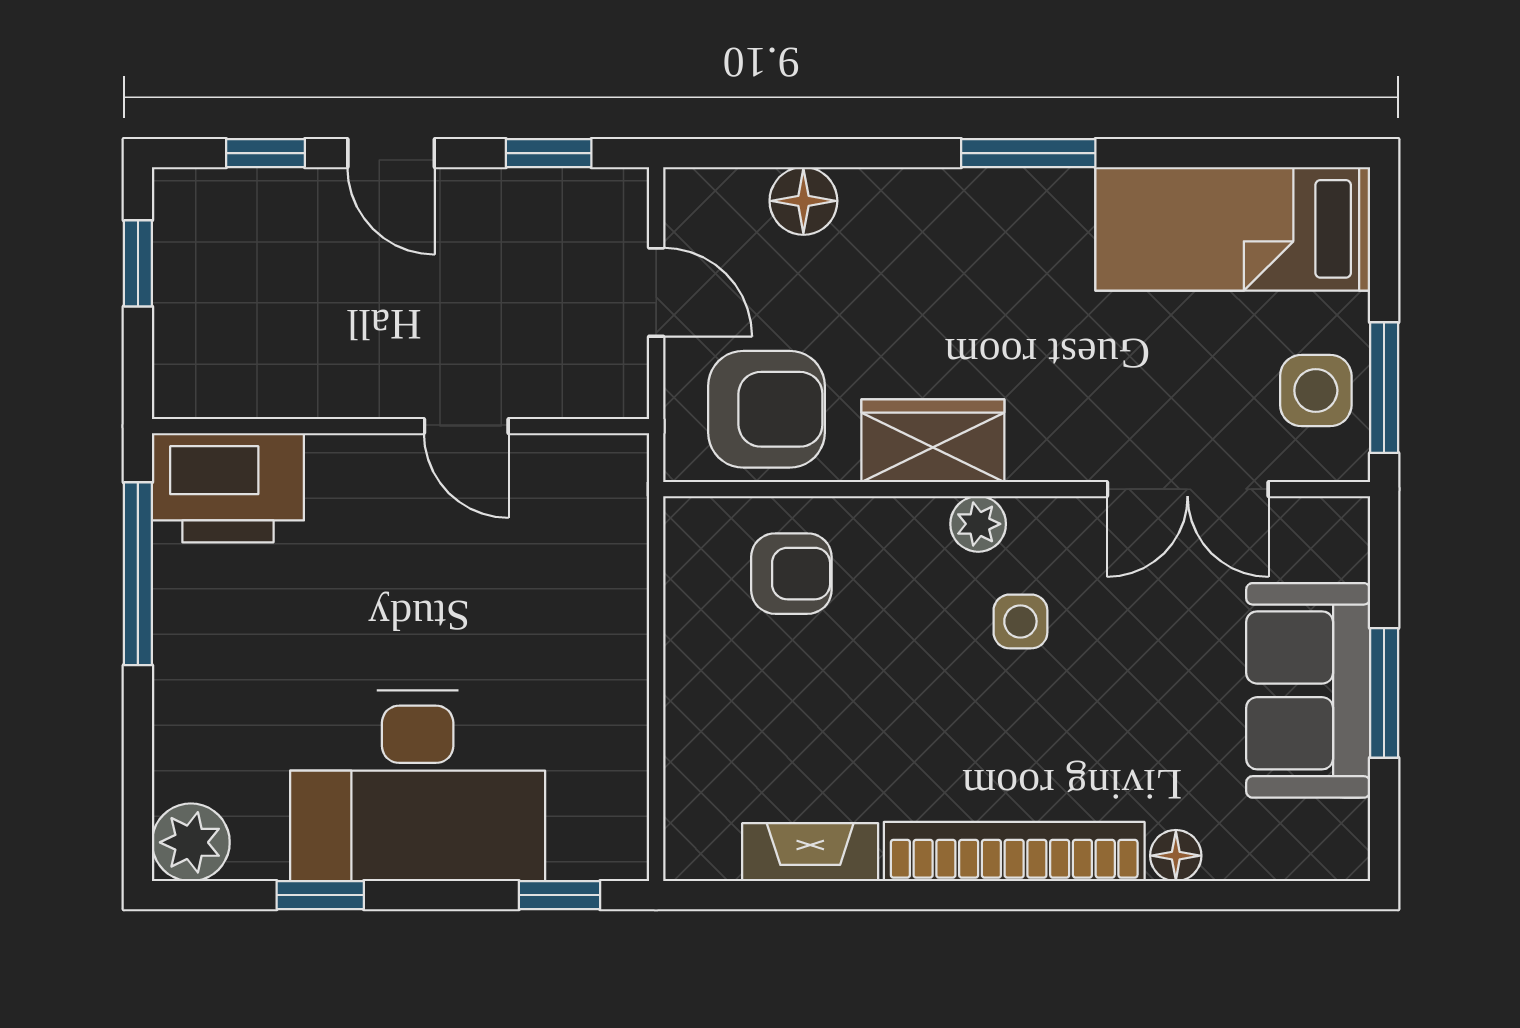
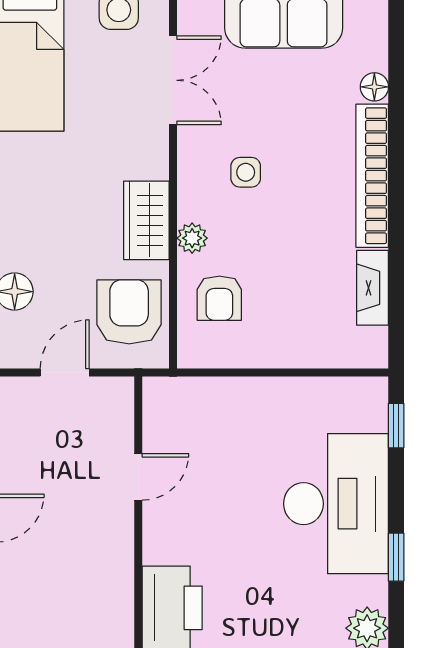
plant: (978, 524) -> (192, 238), moved
armchair: (791, 574) -> (219, 298), turned 180

